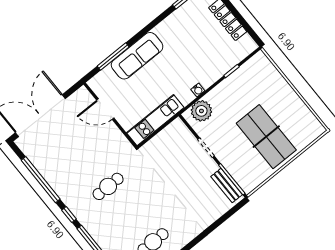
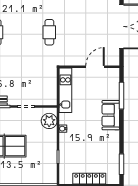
sofa: (137, 56) -> (111, 115), width x0.73

